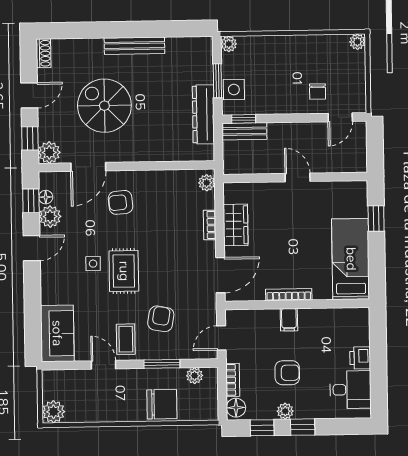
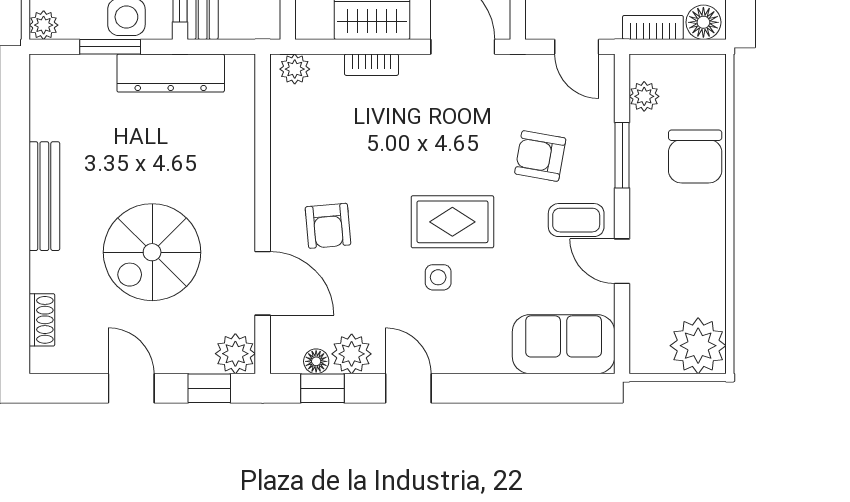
shoe rack: (44, 53) -> (42, 320), moved, turned 90
door: (103, 365) -> (622, 261), hinge flipped
chair: (162, 404) -> (695, 157), turned 180
plant: (54, 412) -> (698, 346), width x1.36, depth x1.36

